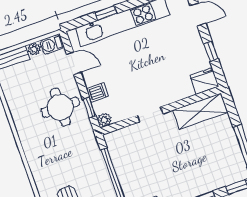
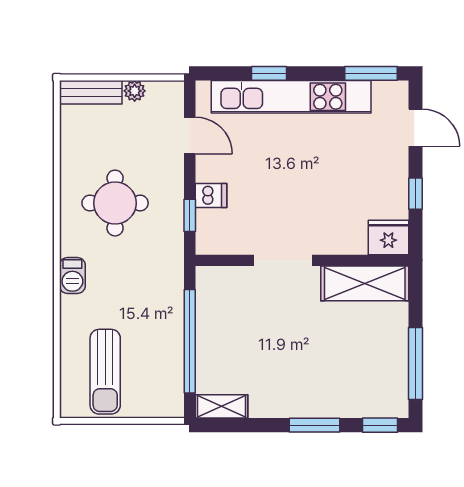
barbecue: (52, 44) -> (72, 275), moved, turned -90
round table: (60, 107) -> (115, 203), moved
doorway: (150, 114) -> (283, 260), width x1.38
plant: (104, 120) -> (207, 243), removed

